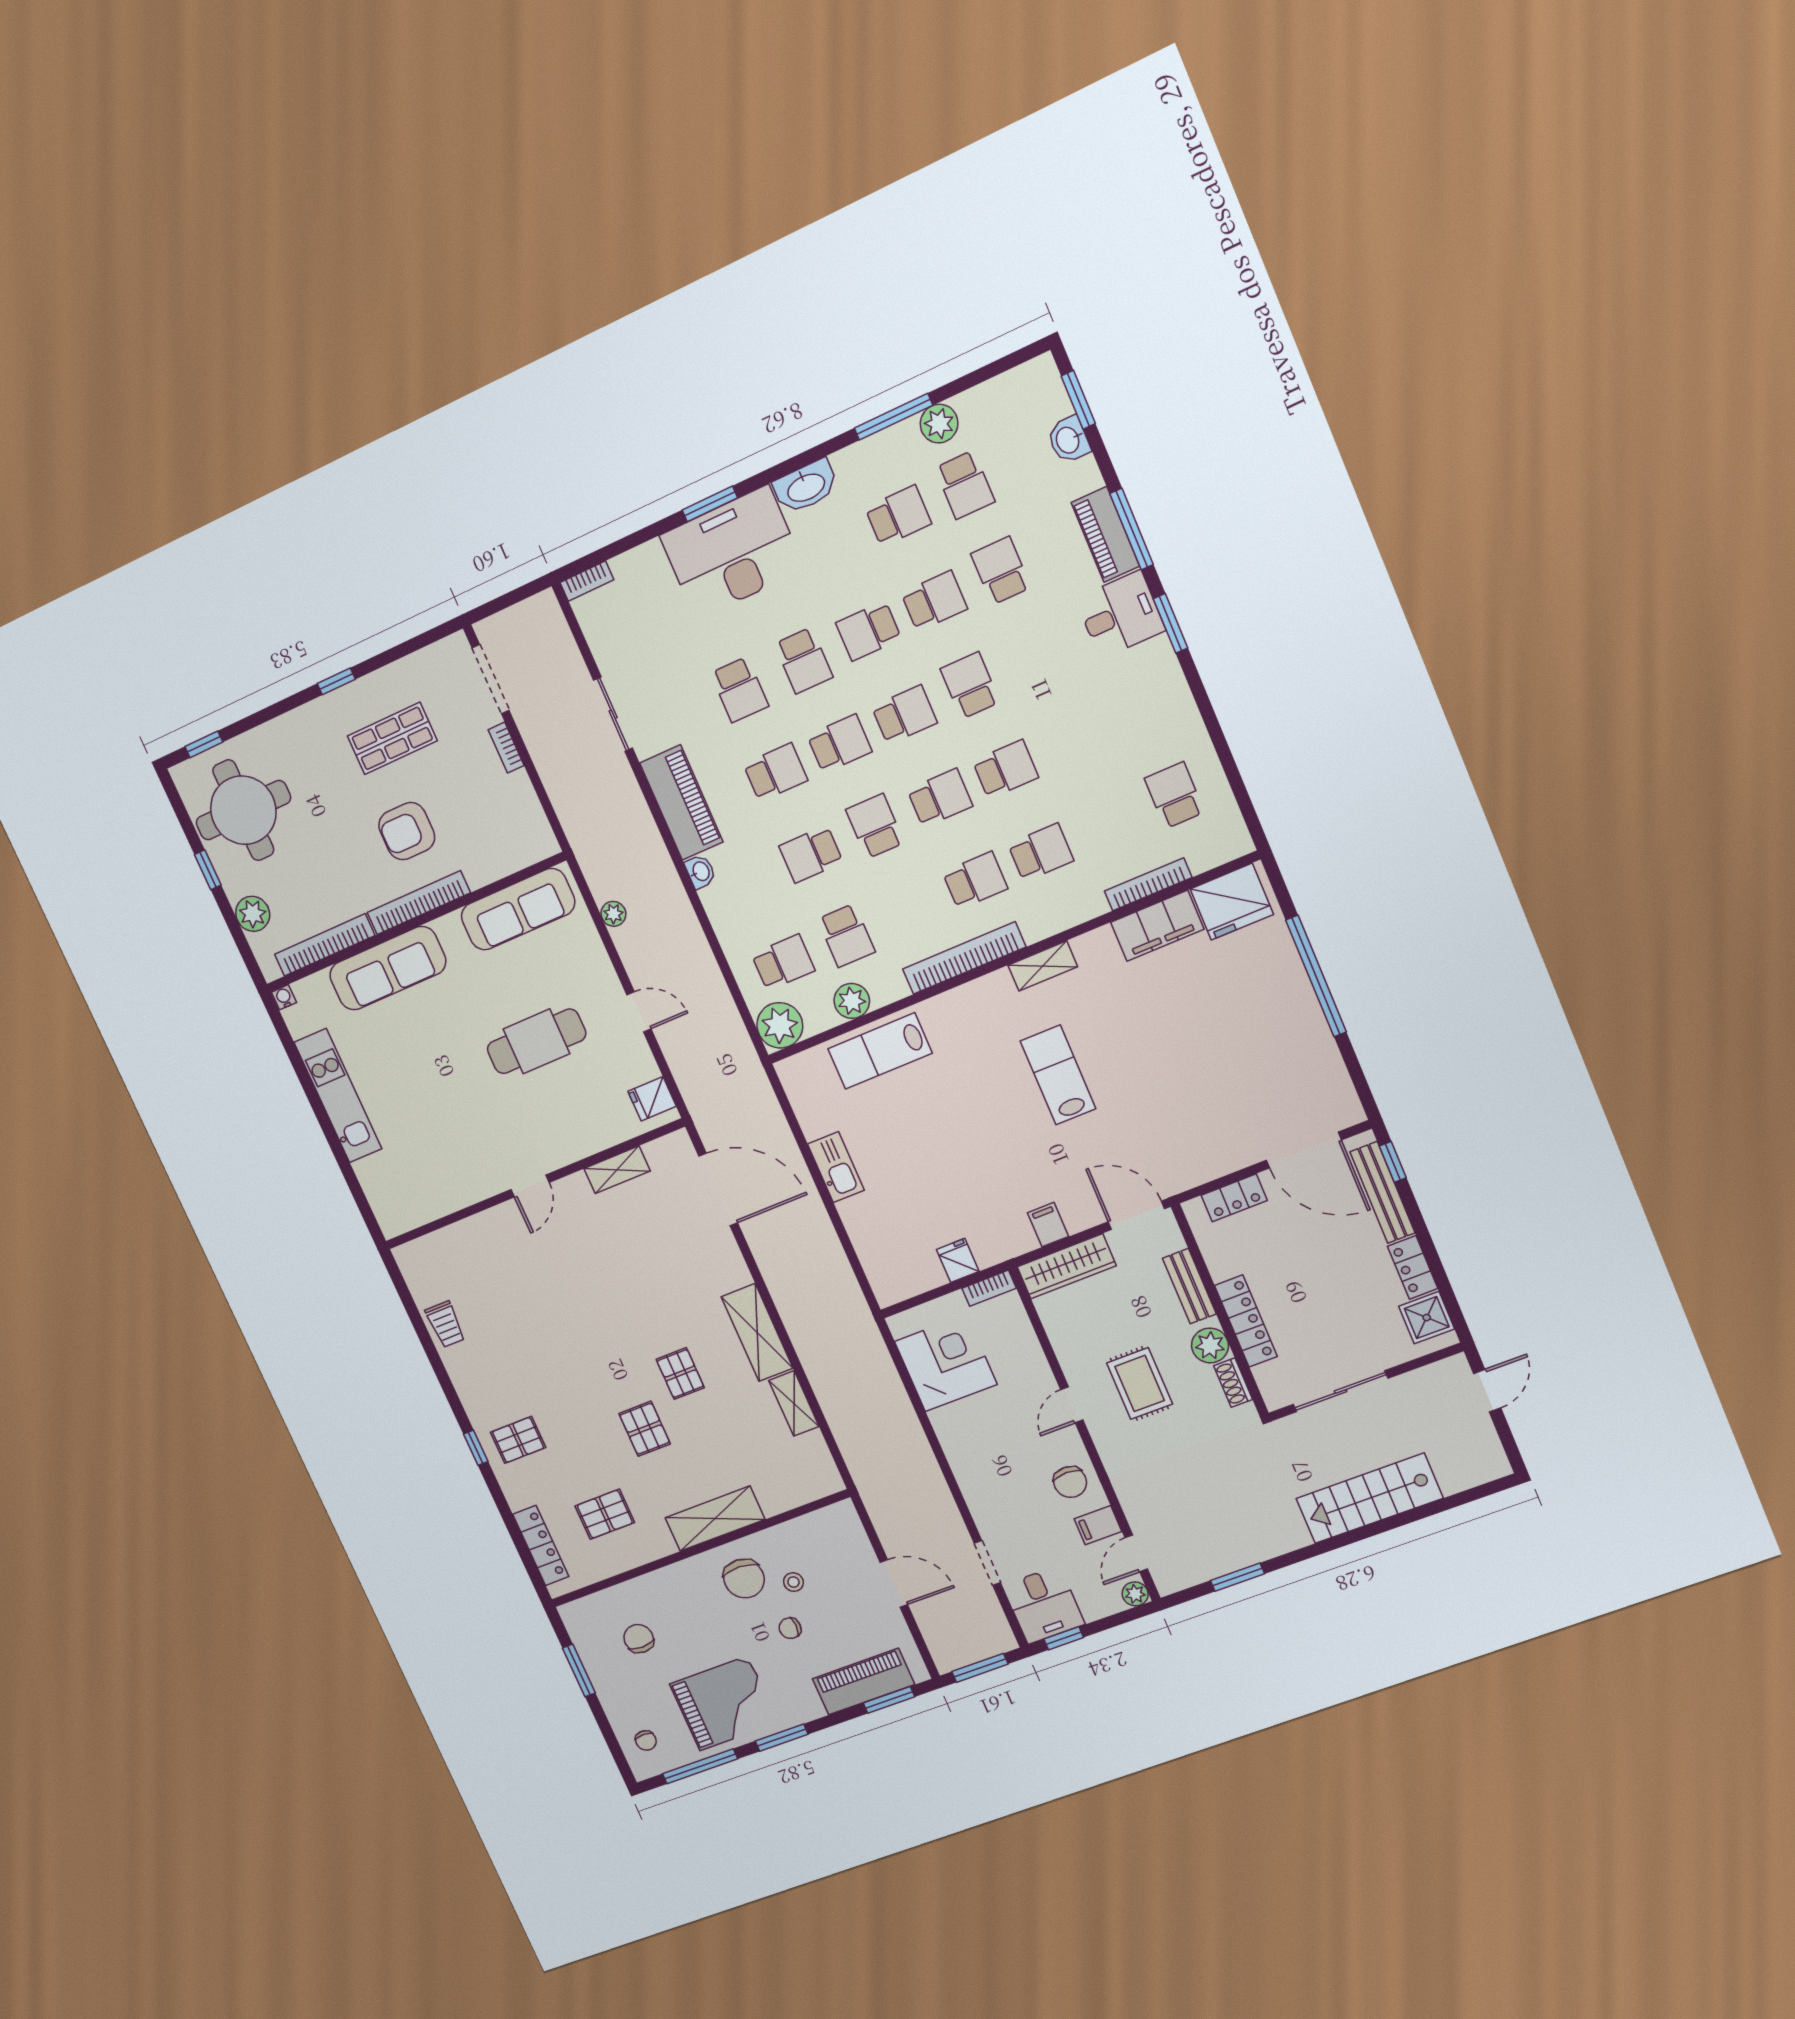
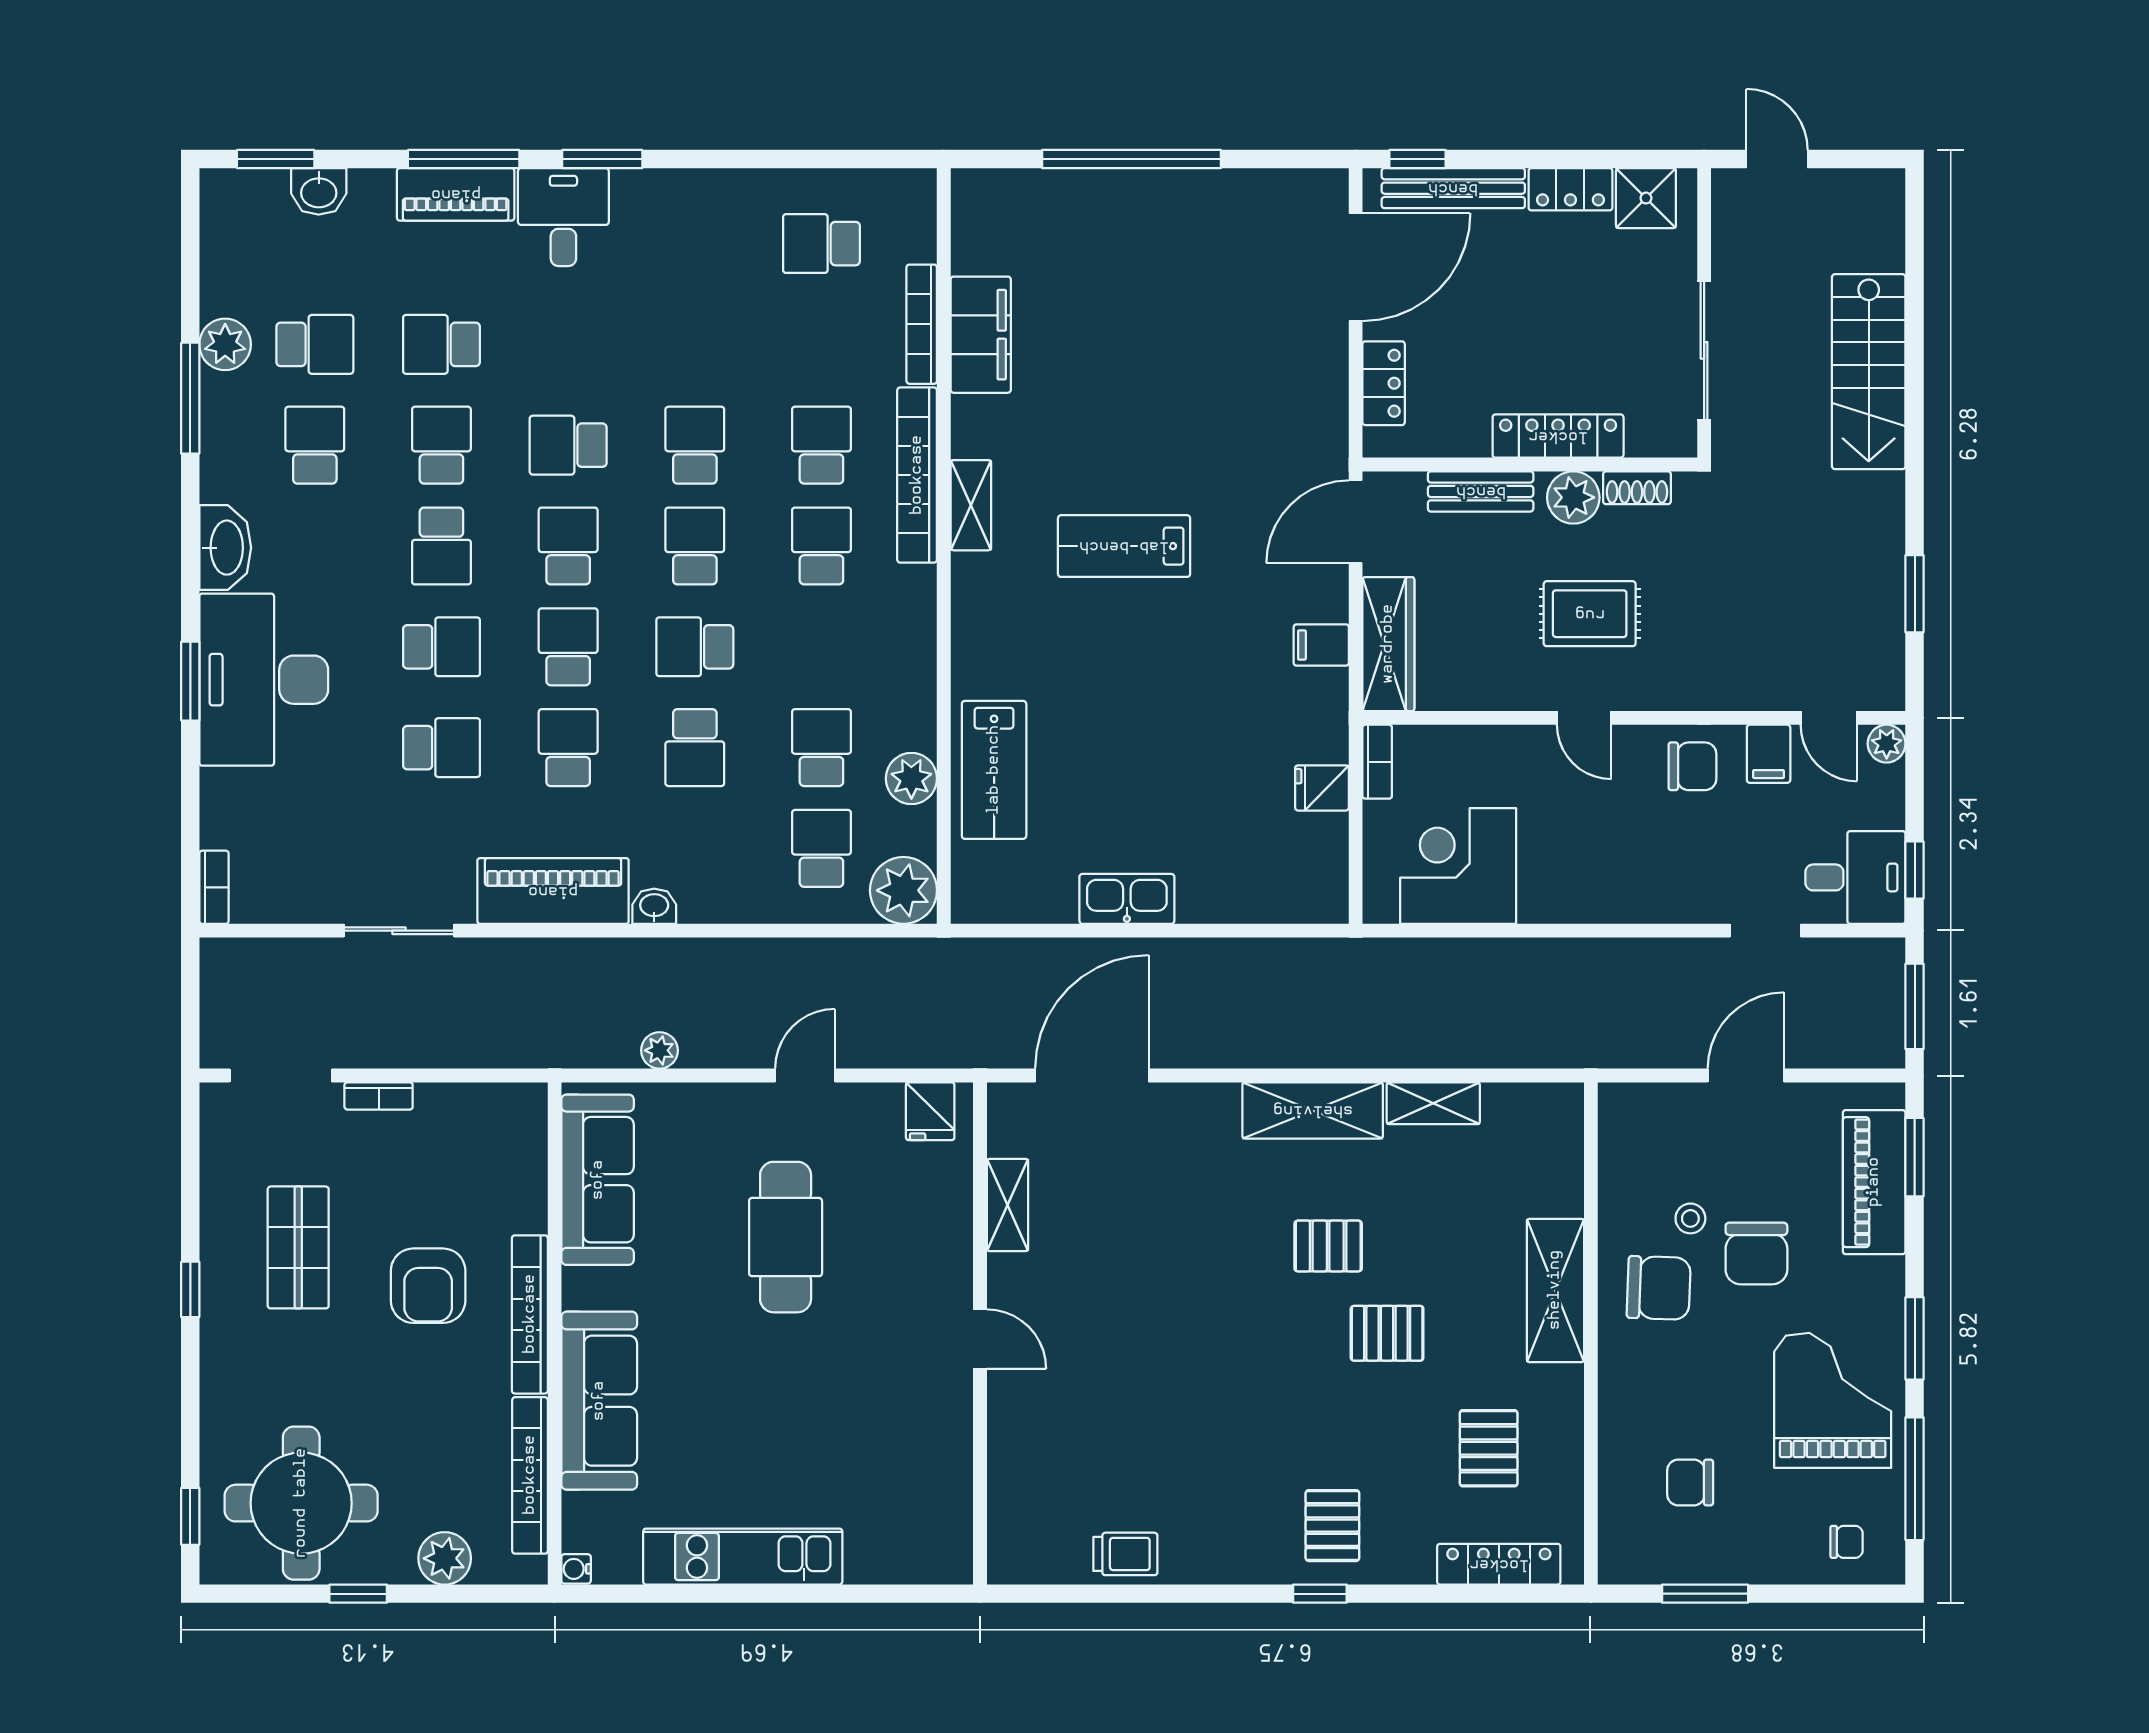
fridge: (1232, 902) -> (990, 227), removed
school desk: (846, 935) -> (821, 748), turned -90
bookcase: (964, 958) -> (917, 475), moved
chair: (790, 1628) -> (1756, 1254), width x1.87, depth x1.87

